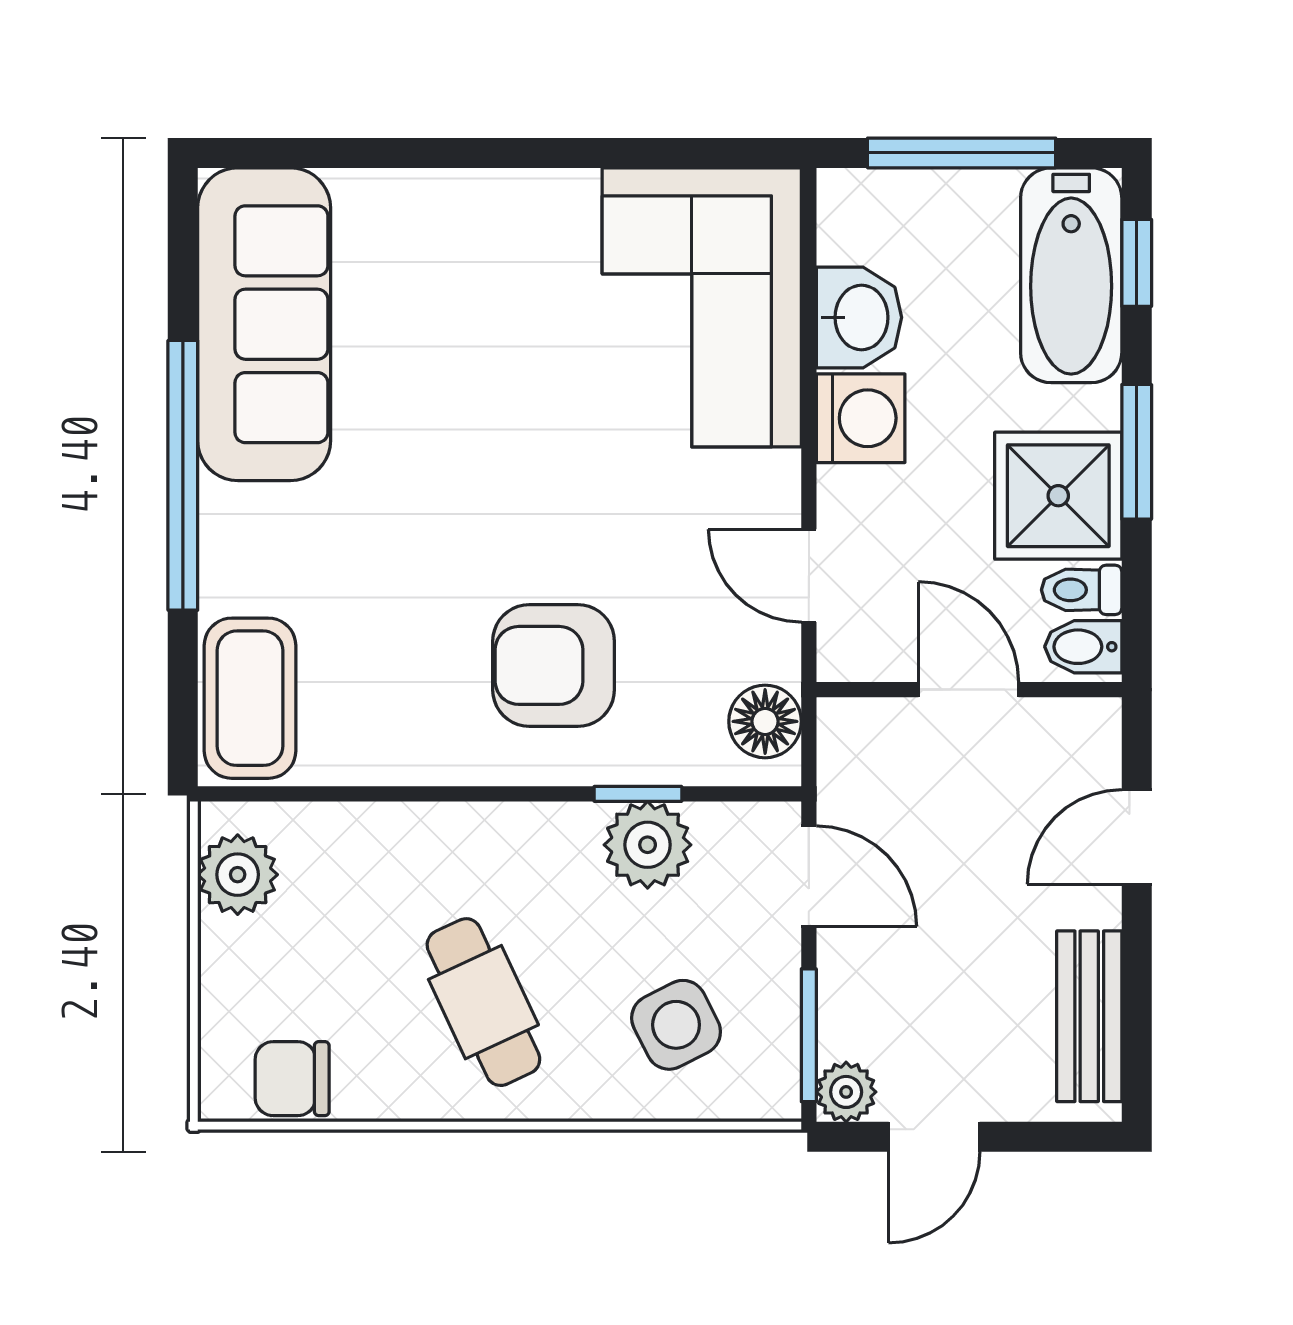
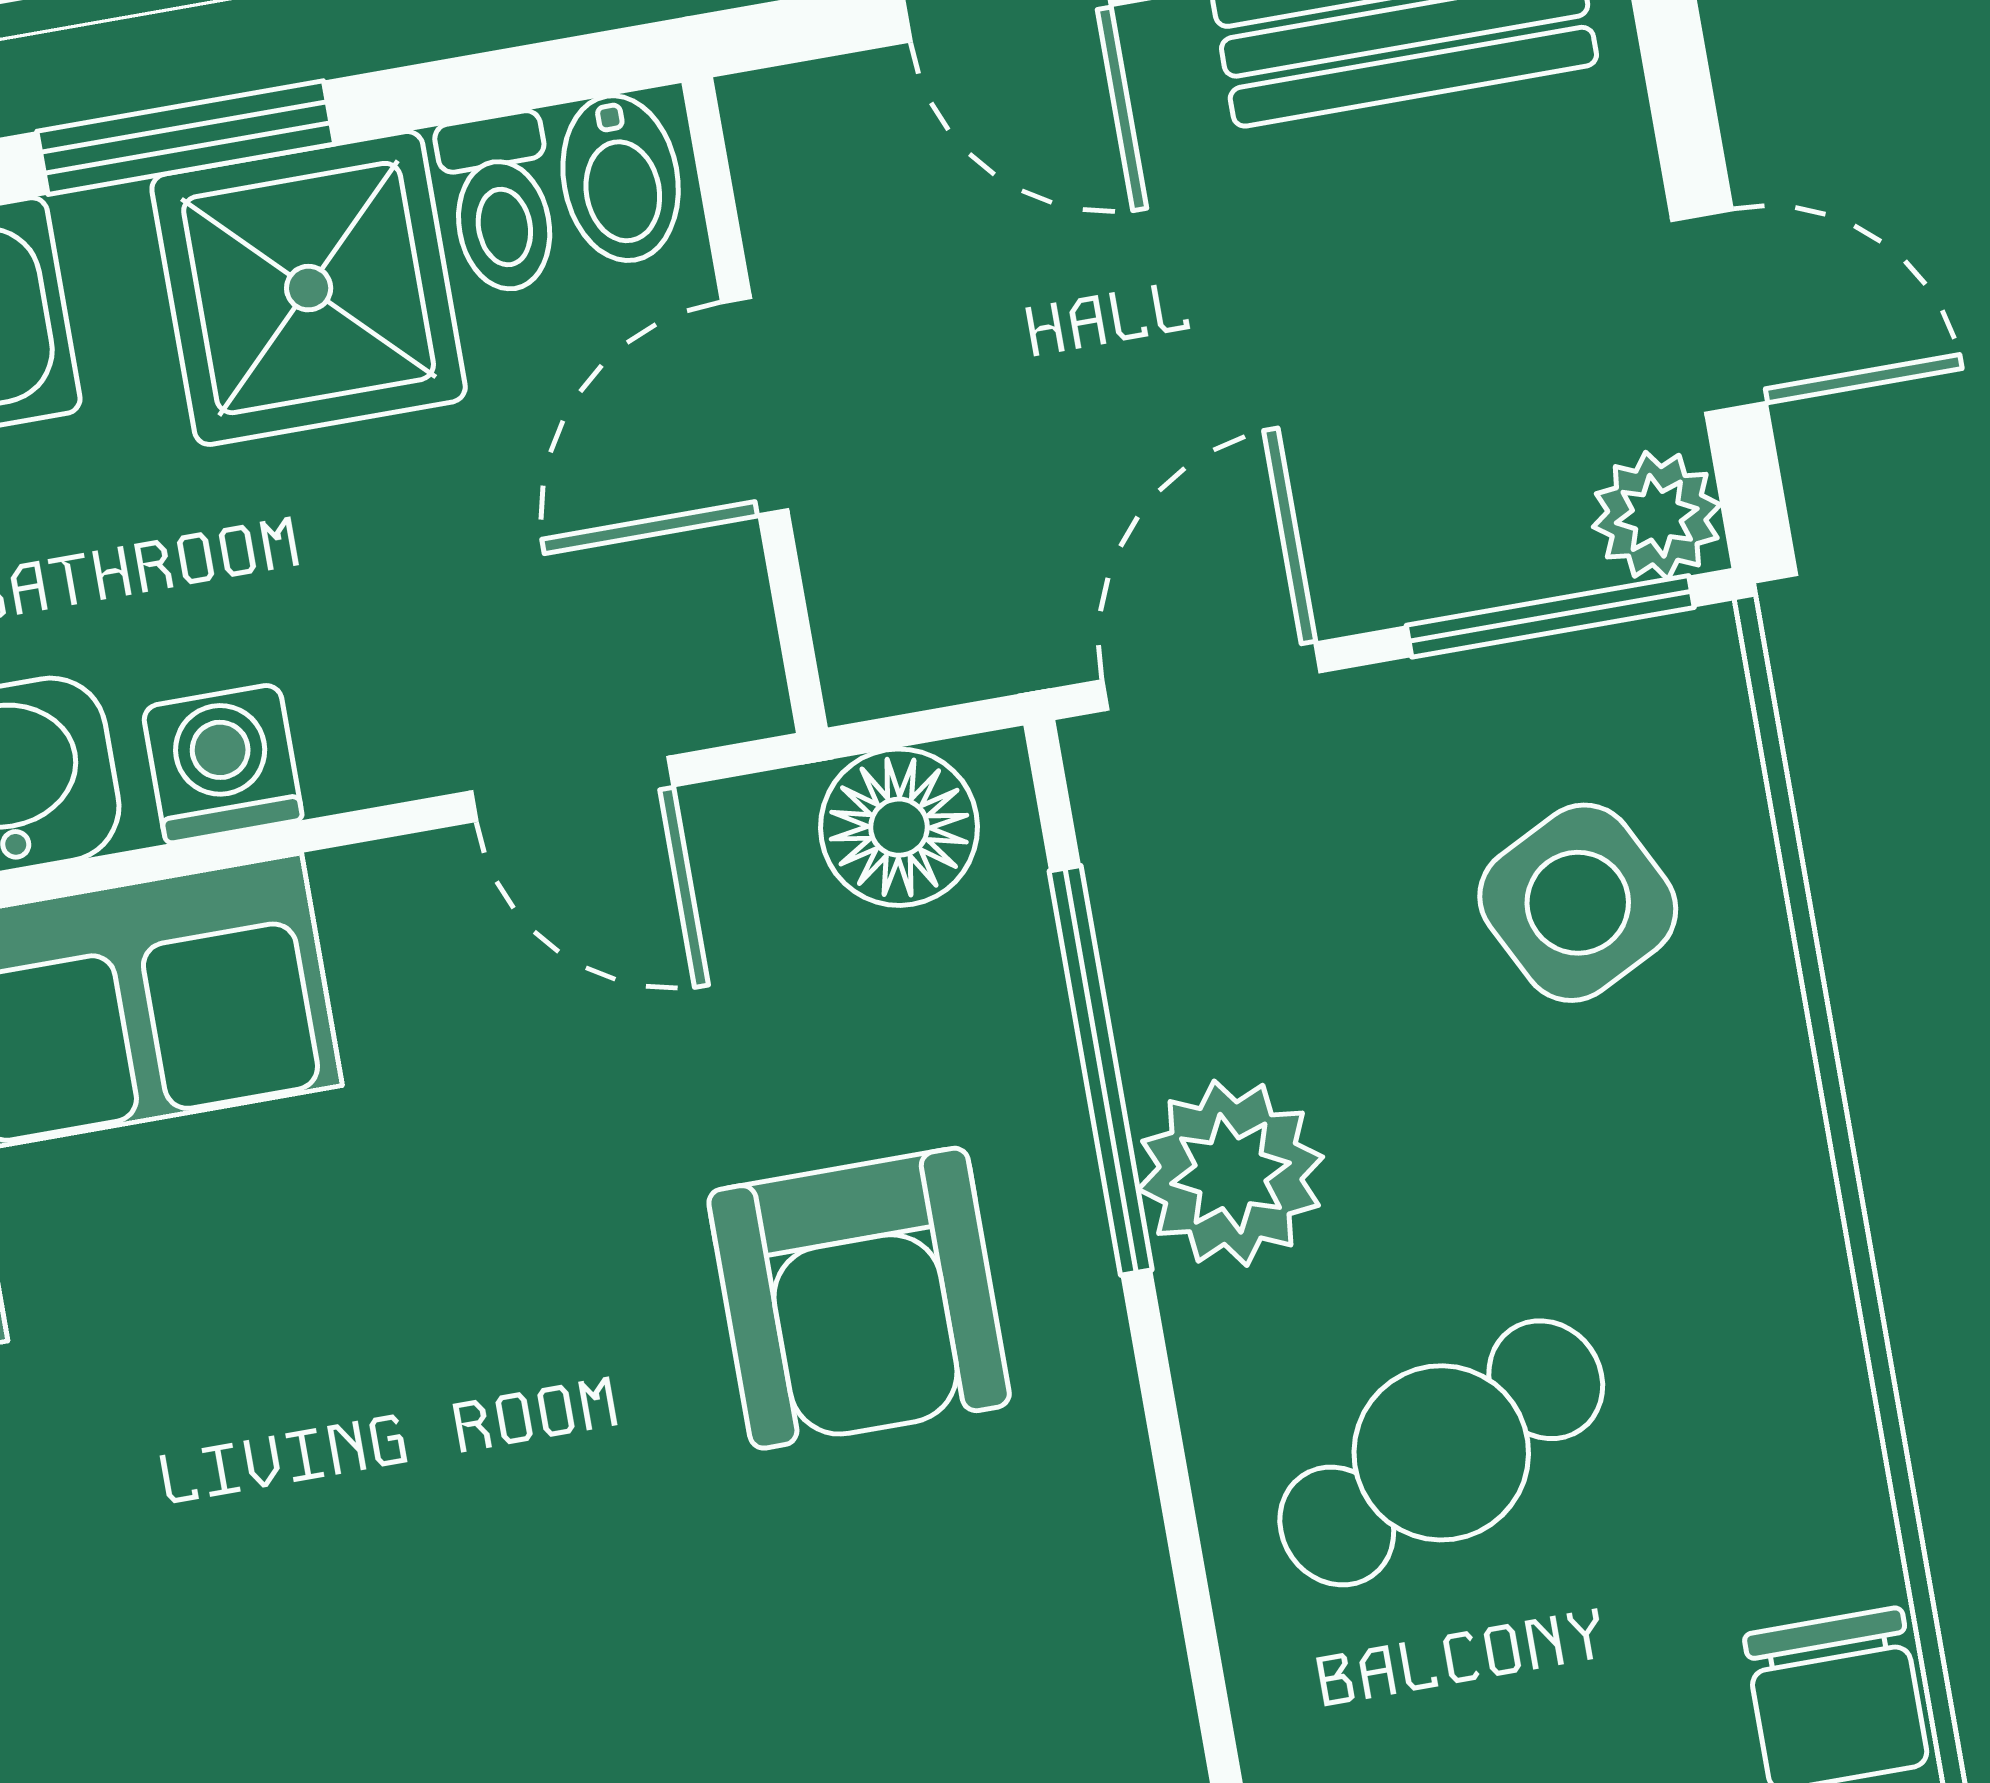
washing machine: (861, 418) -> (223, 764), width x0.73, depth x0.73
door: (809, 576) -> (572, 789), hinge flipped
window: (638, 794) -> (1101, 1070), width x2.17
plant: (648, 845) -> (1230, 1173), moved
cafe table: (483, 1002) -> (1441, 1453), moved

